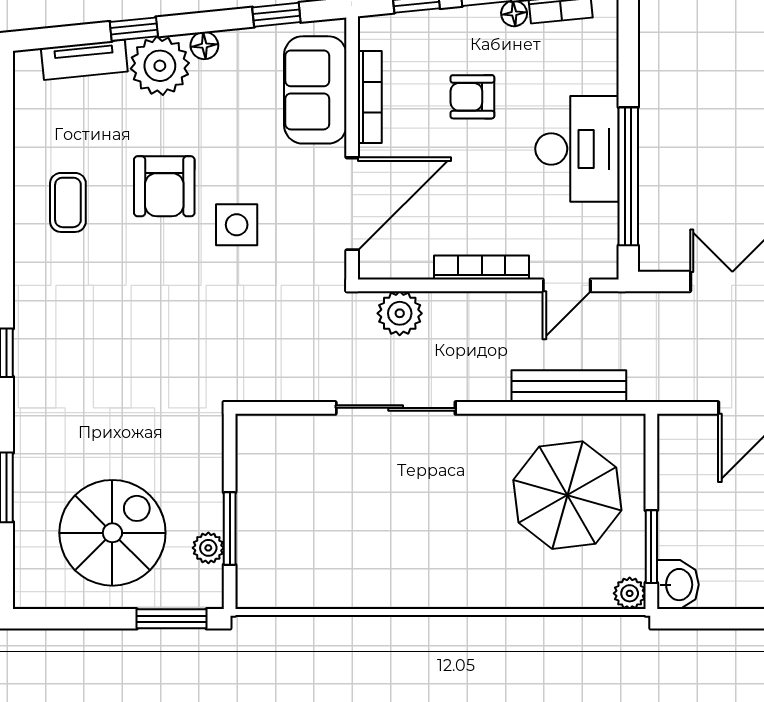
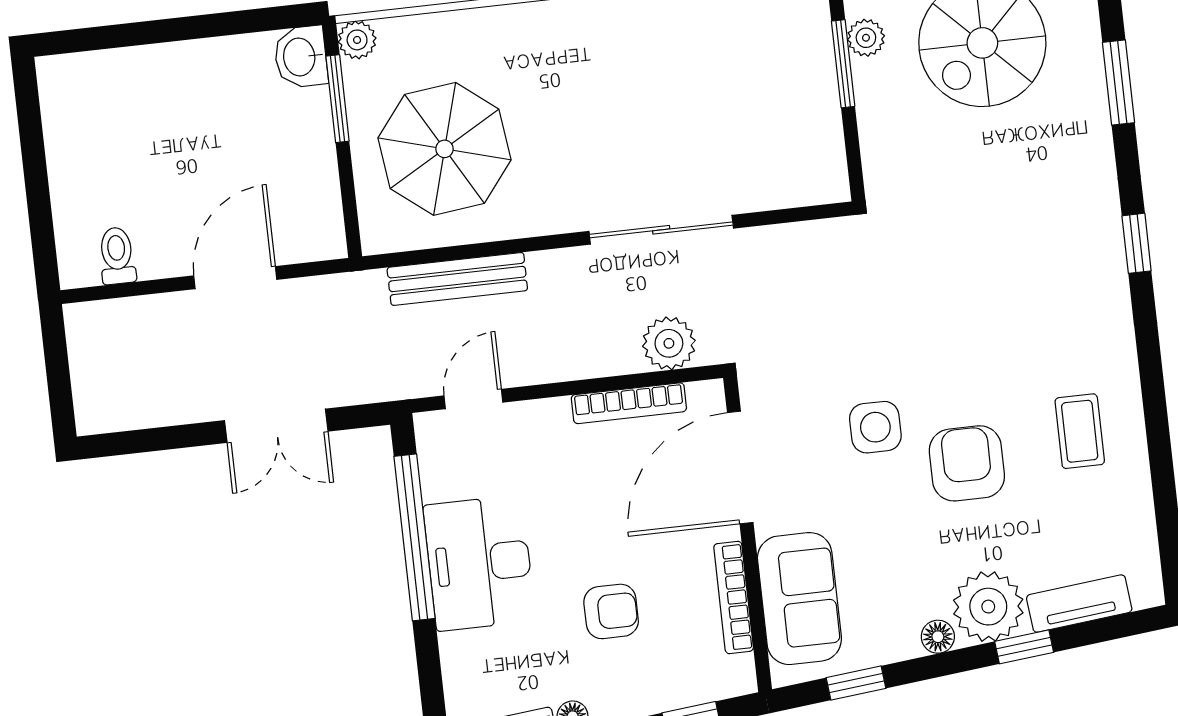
bookcase: (482, 267) -> (629, 403), moved

